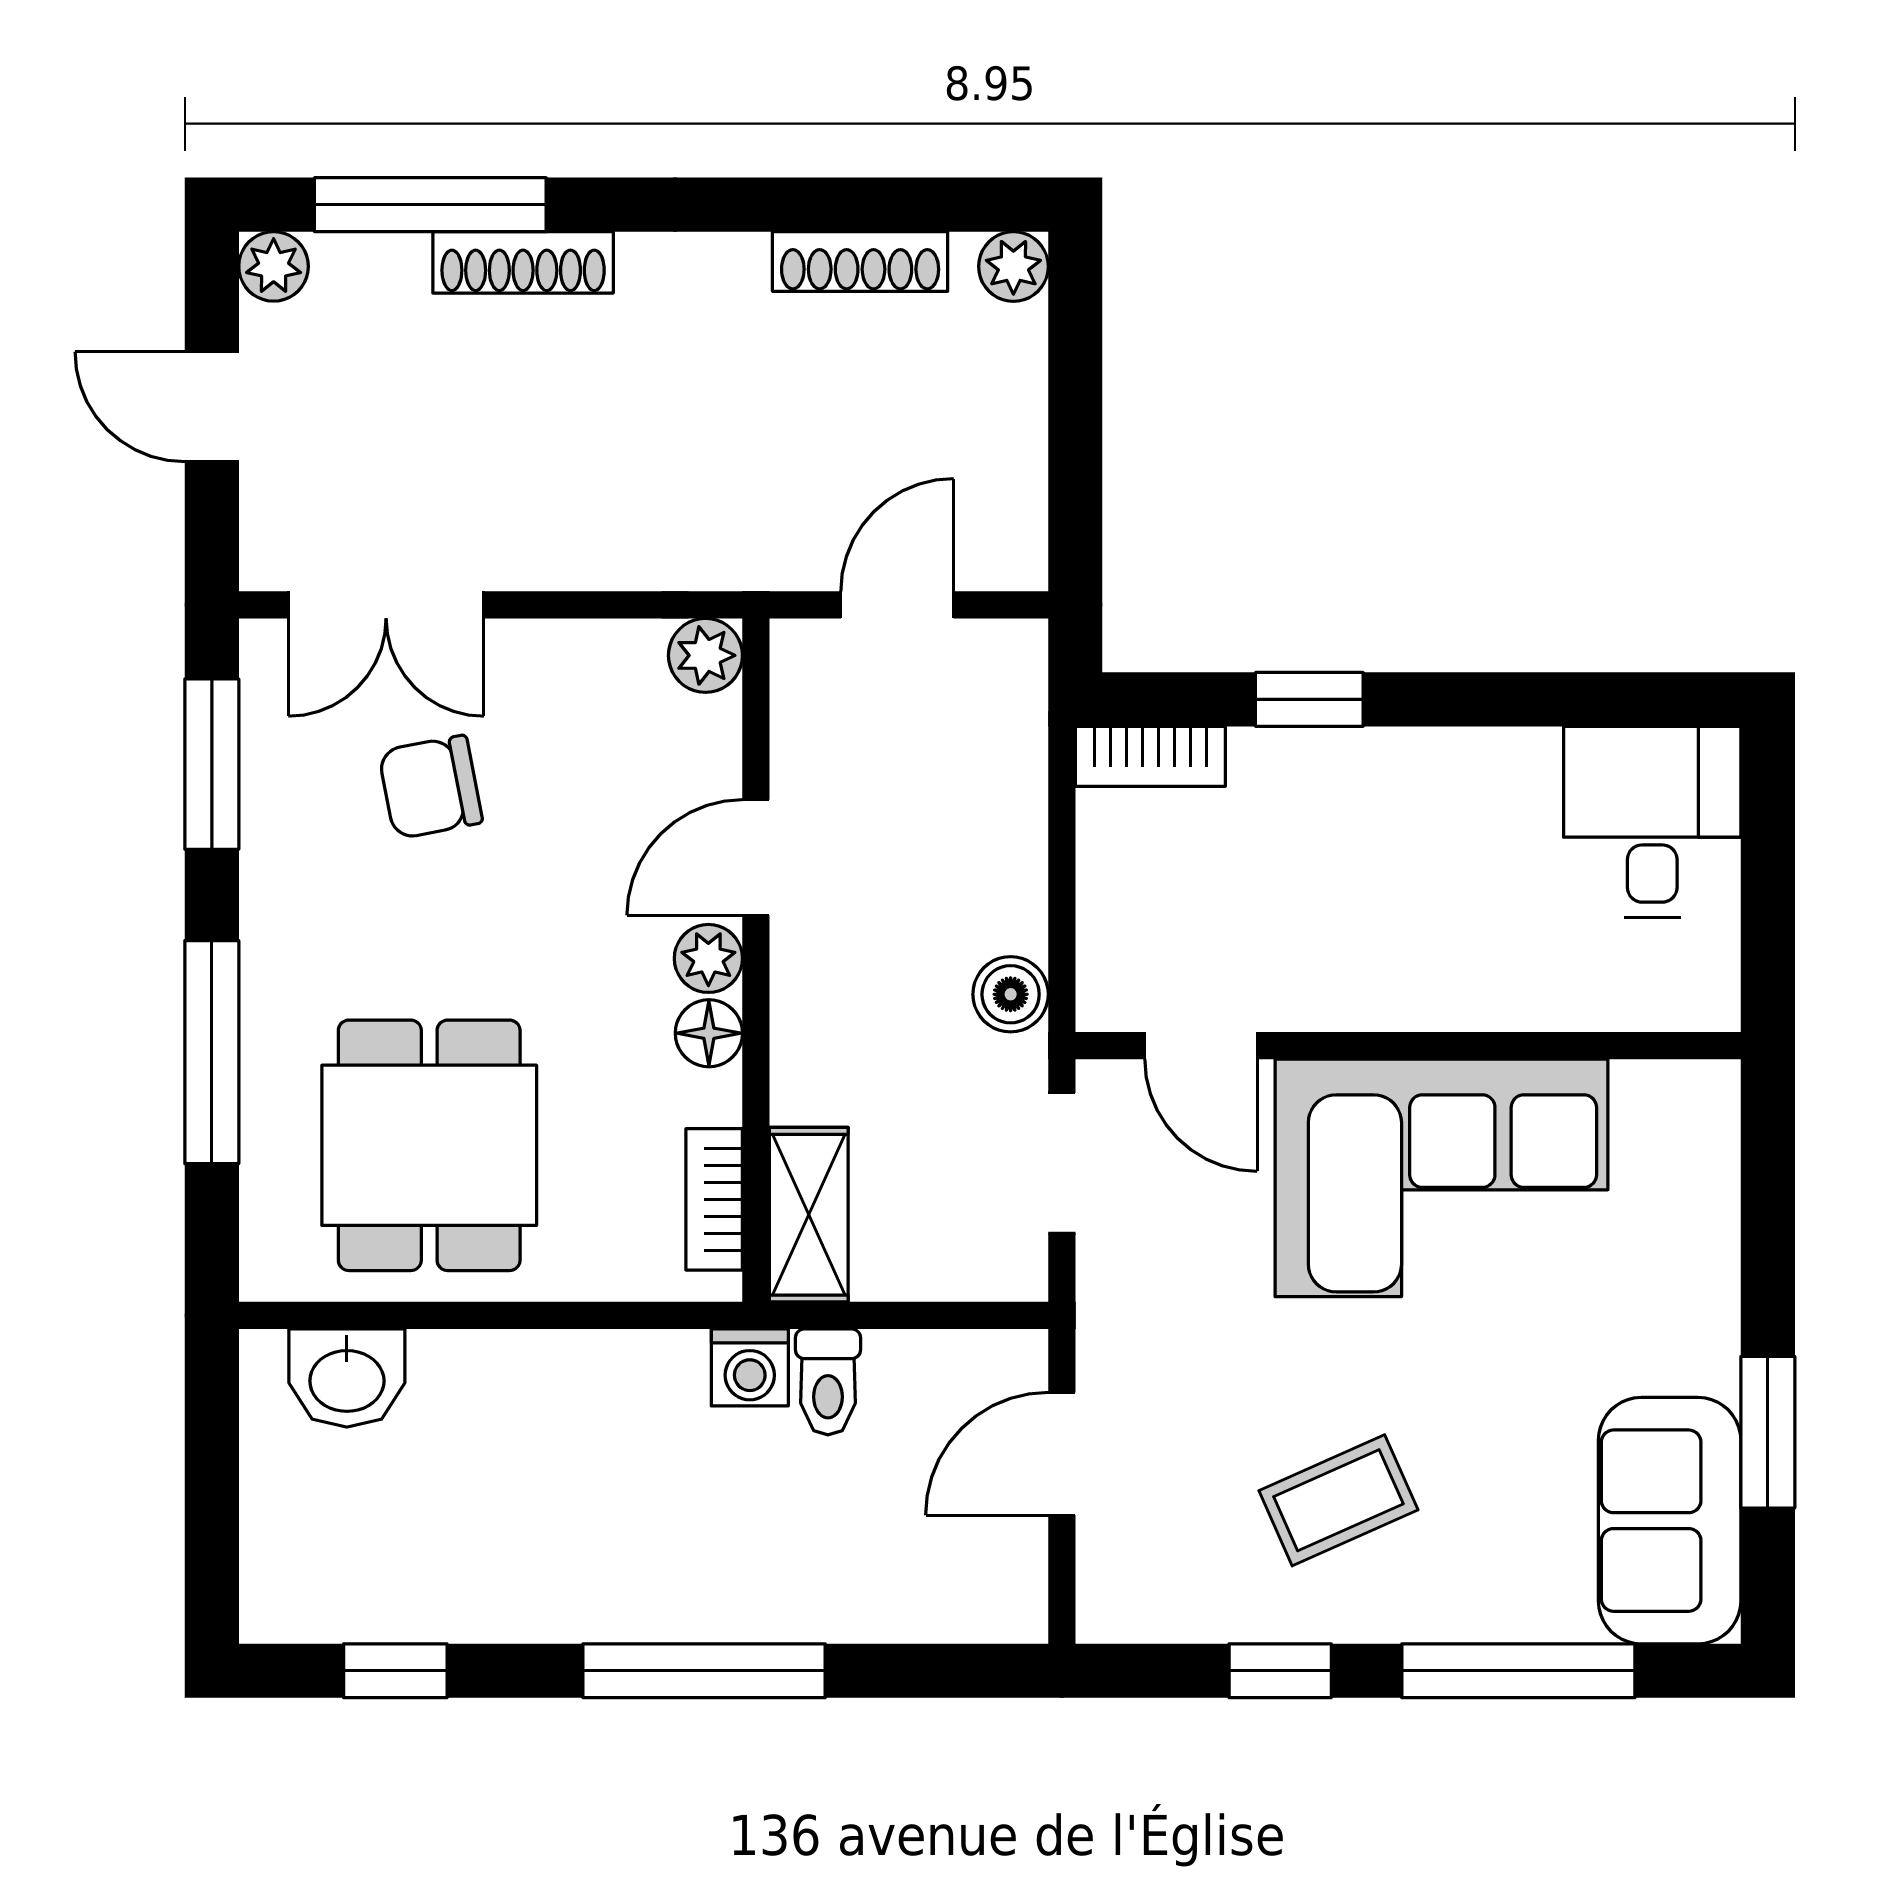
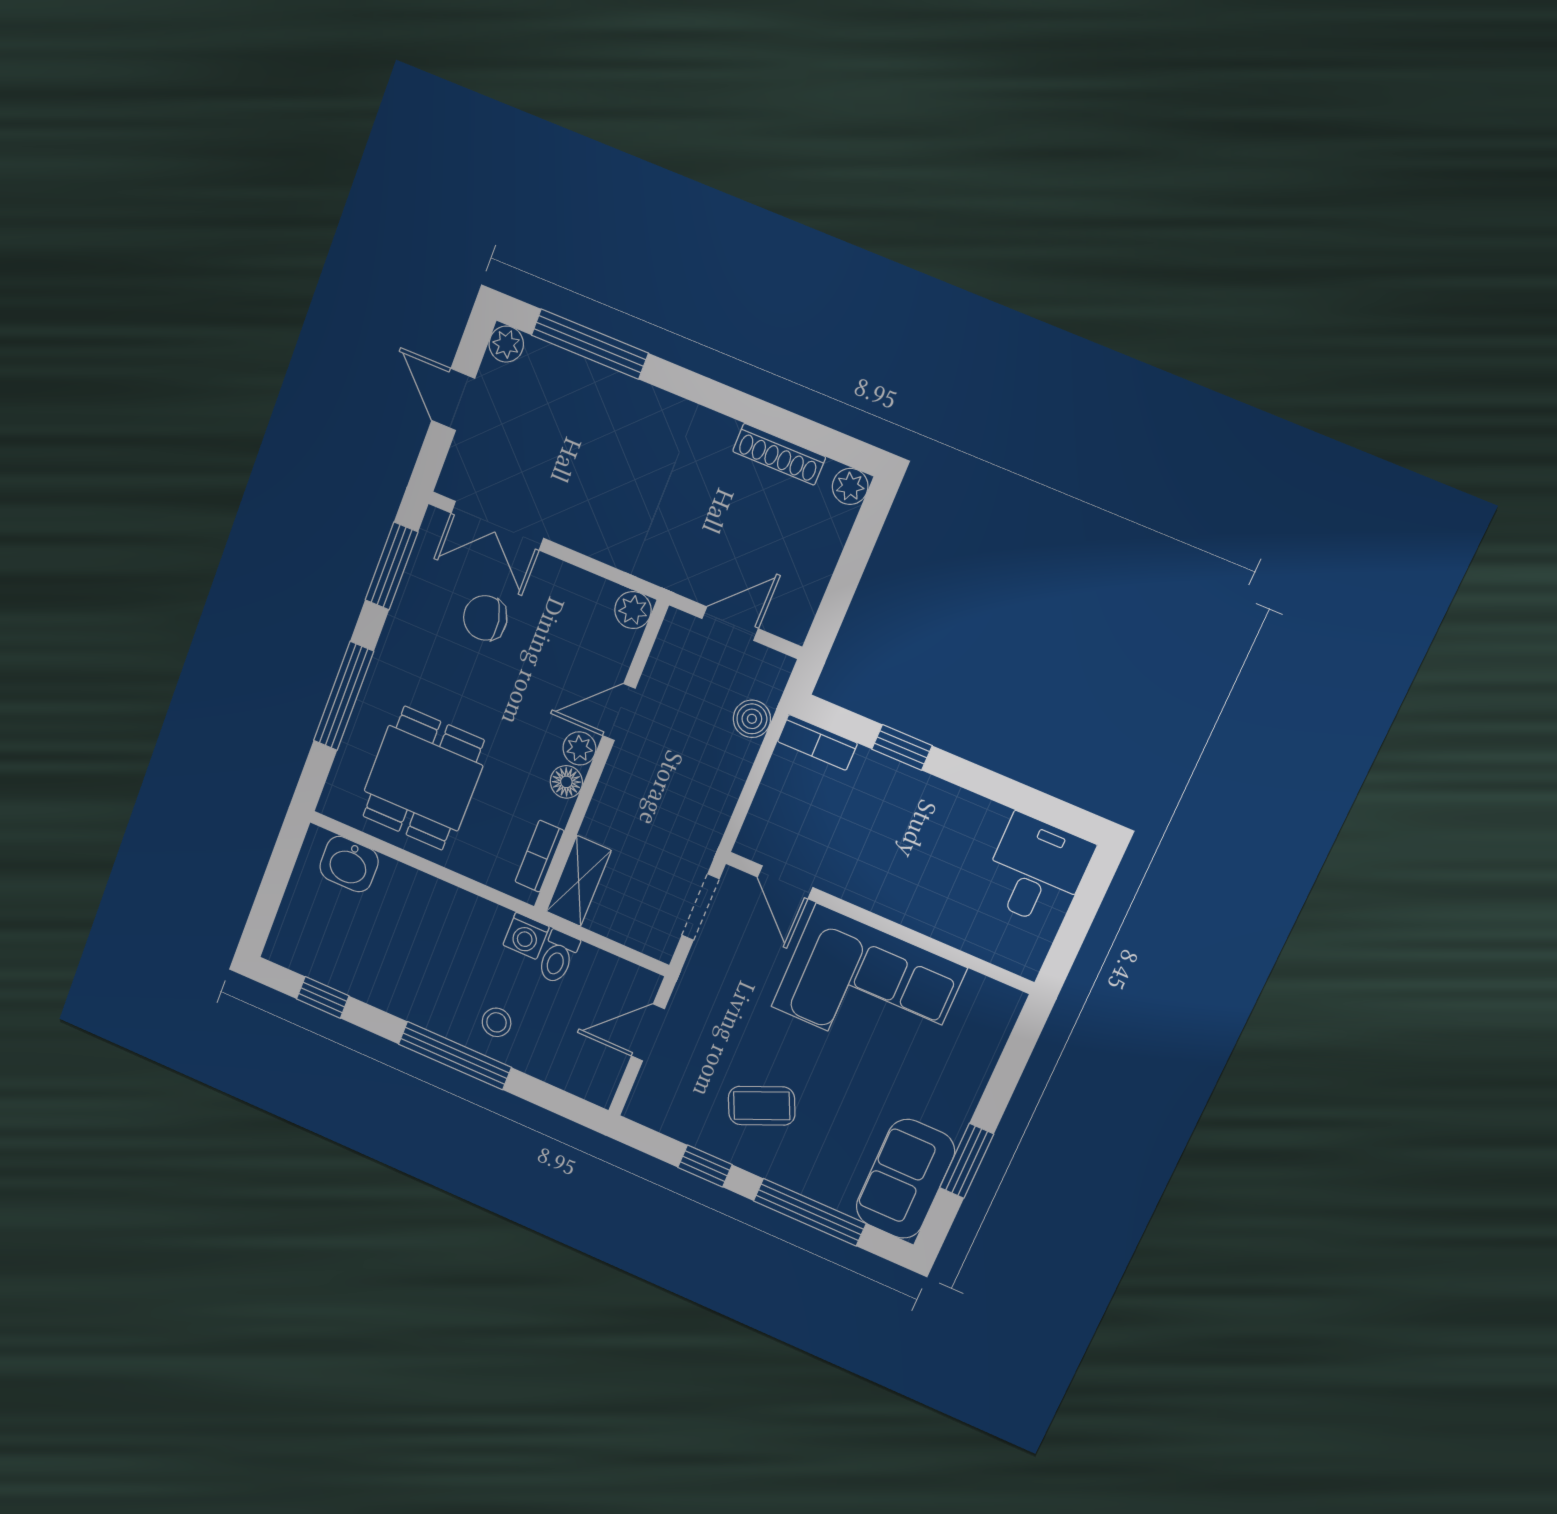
shoe rack: (523, 262) -> (622, 390), removed
boiler: (1011, 994) -> (752, 719), moved
stool: (760, 1566) -> (497, 1022), added

